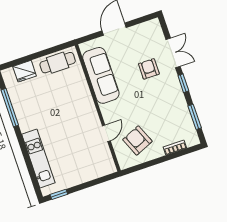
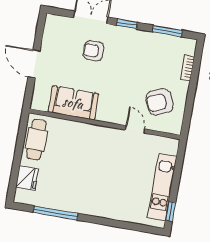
sofa: (101, 75) -> (73, 103), width x0.73
kitchen unit: (38, 158) -> (162, 187), moved, turned -90

